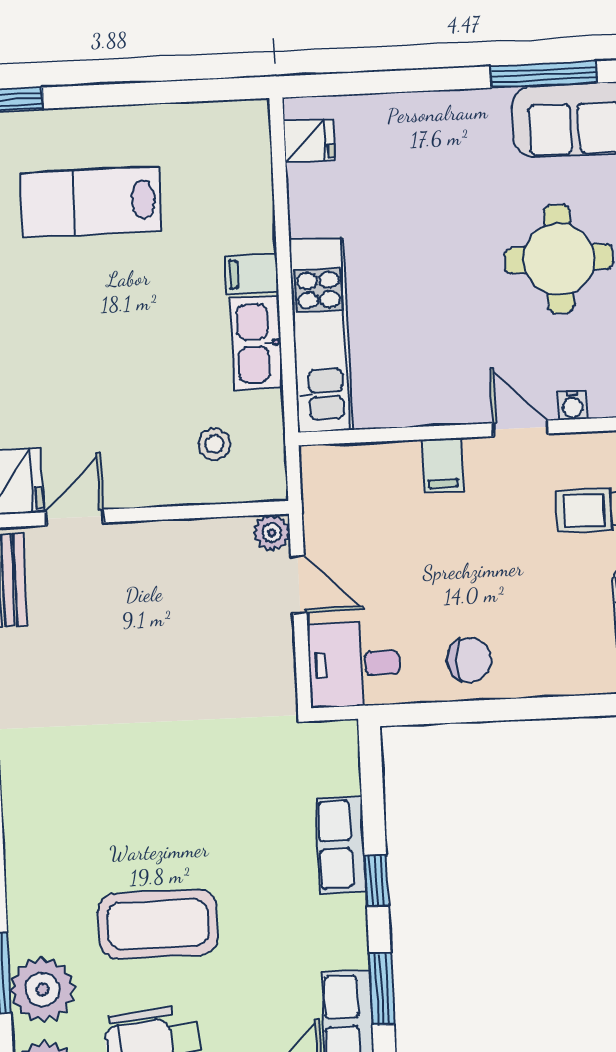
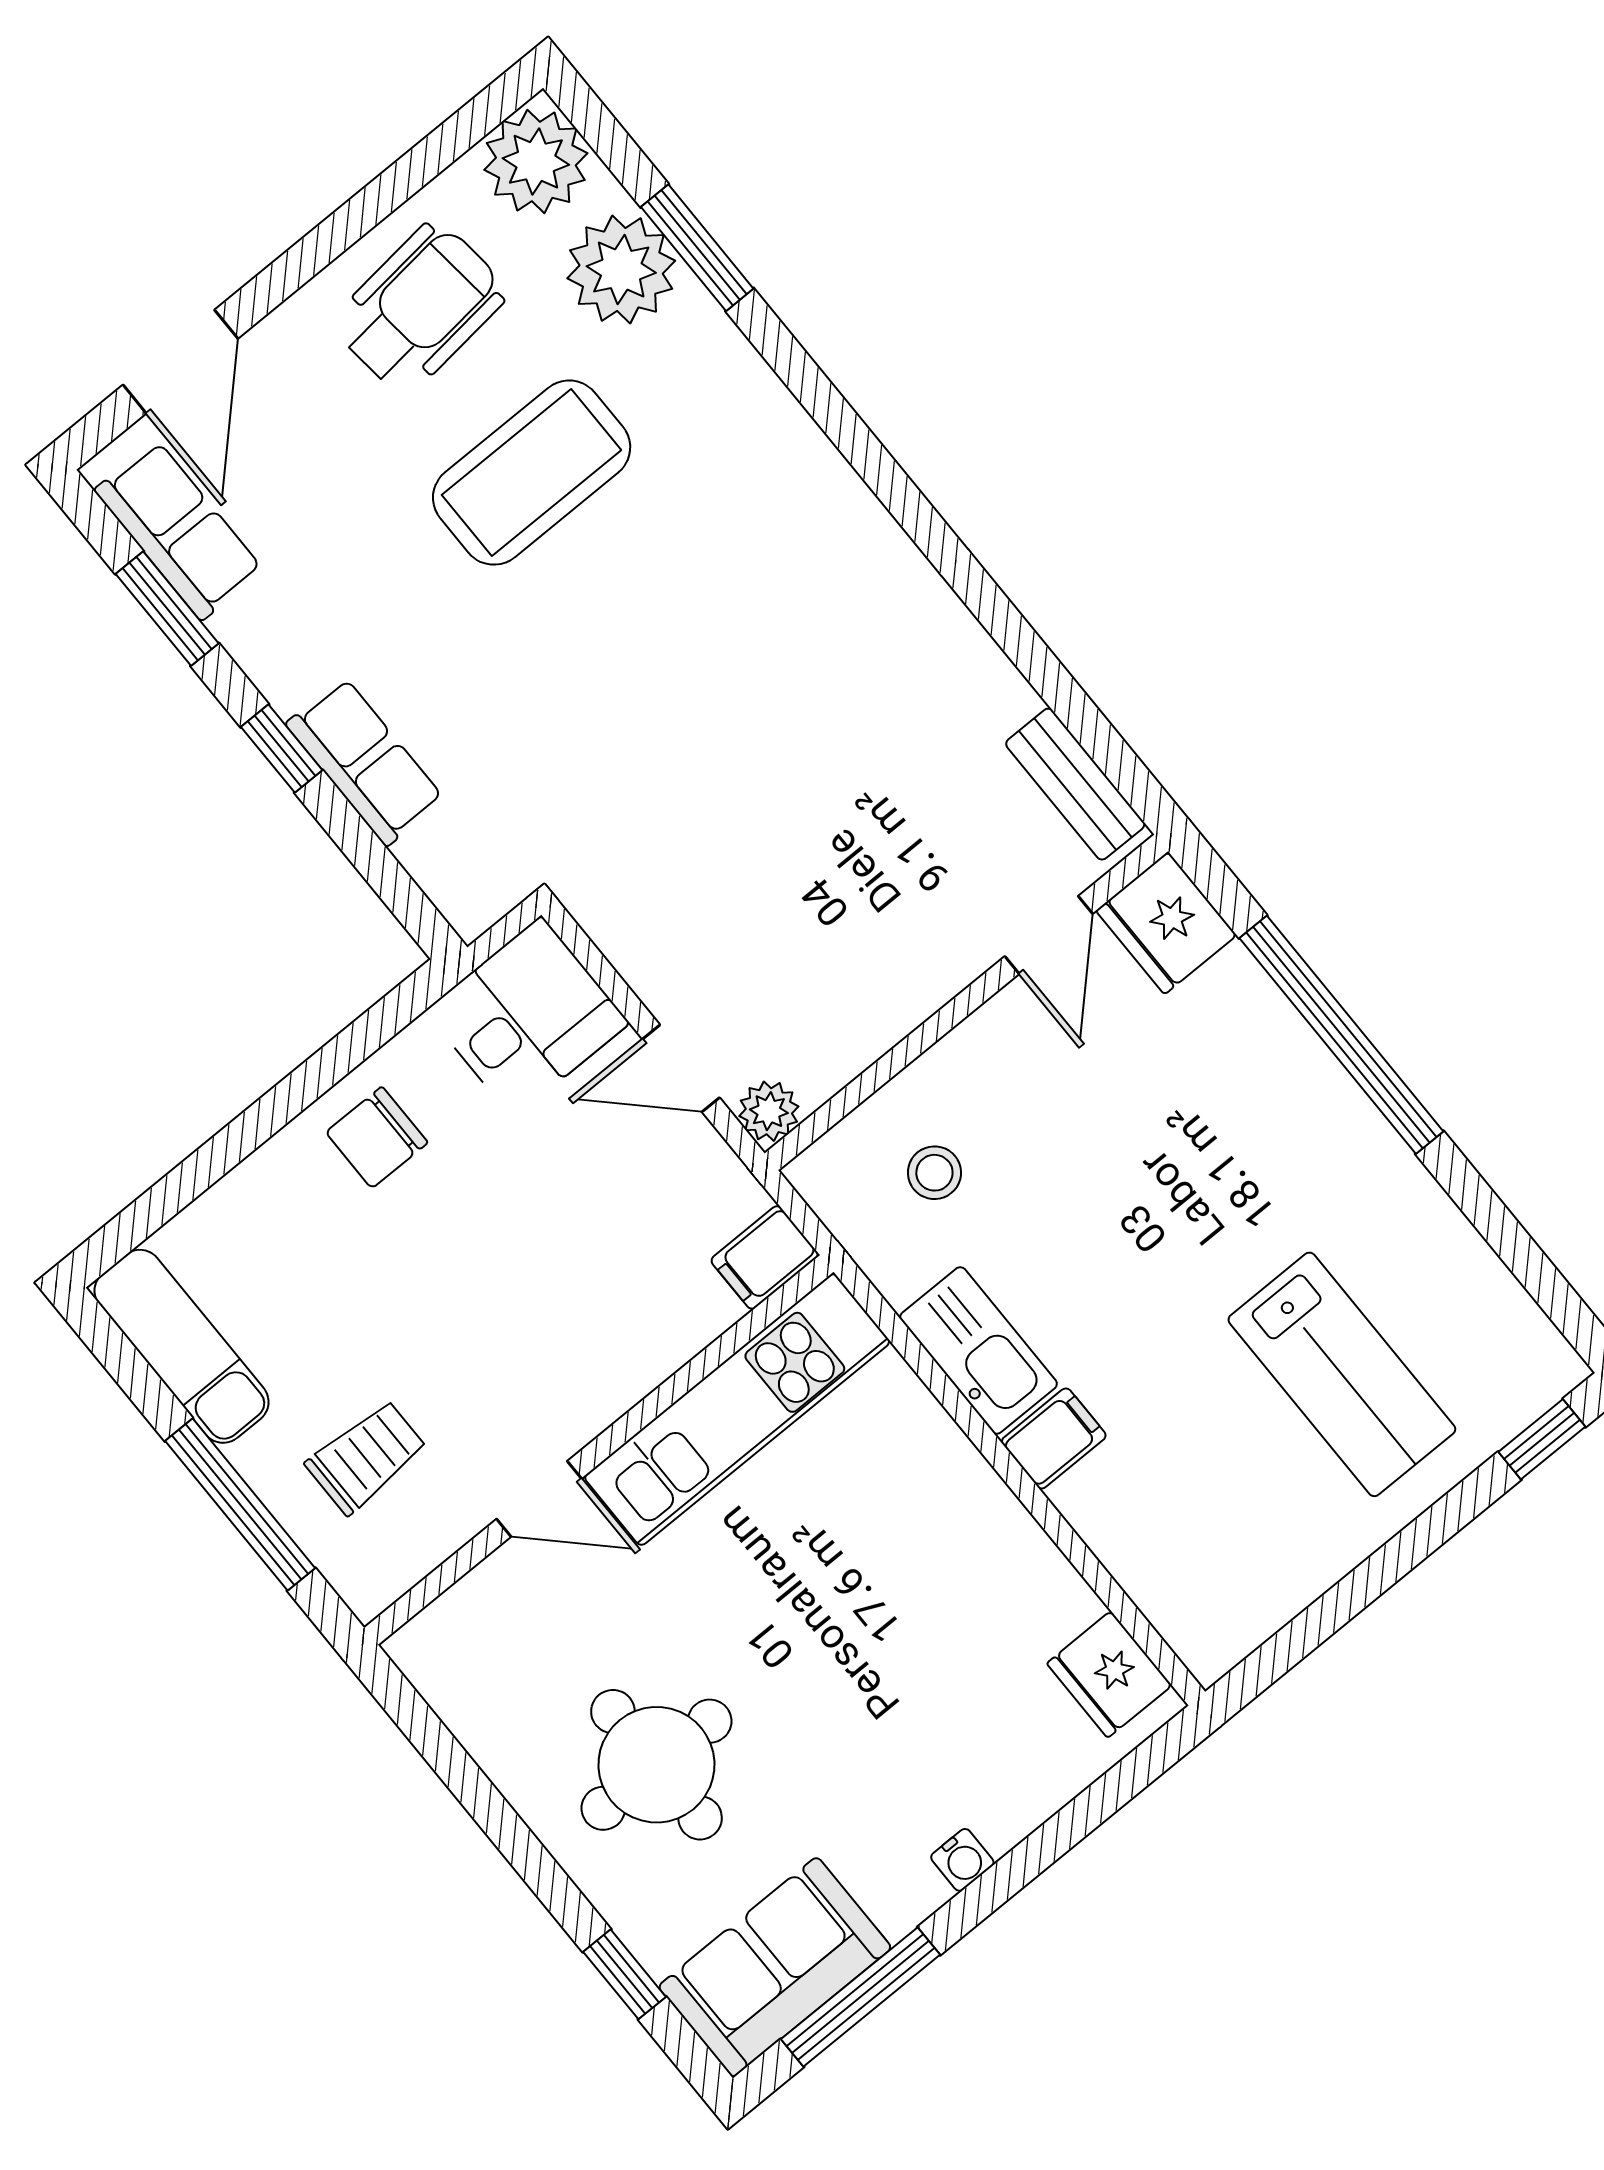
fridge: (309, 141) -> (1109, 1674), width x1.38
lab bench: (90, 202) -> (1342, 1374), turned 90
kitchen unit: (321, 334) -> (737, 1410), moved, turned -90
water cooler: (573, 405) -> (962, 1860), moved, turned 180
filing cabinet: (443, 465) -> (765, 1257), moved, turned -90

